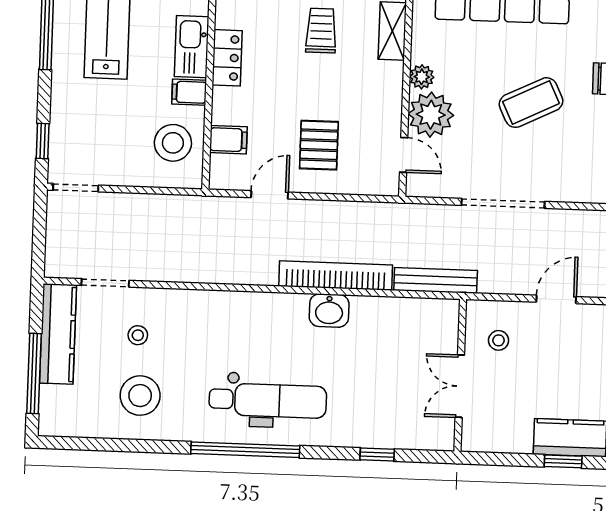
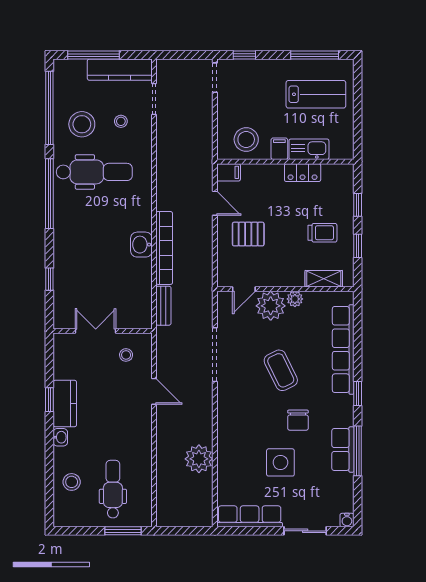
filing cabinet: (228, 140) -> (229, 172), moved, turned -90
bench: (436, 280) -> (163, 306), width x0.73
dental chair: (268, 400) -> (94, 172), moved, turned -90
window: (113, 445) -> (49, 108), added

